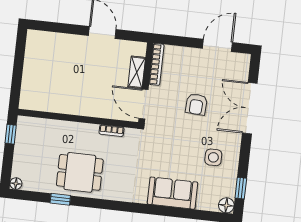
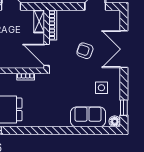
shelving: (137, 72) -> (39, 21), moved
armchair: (196, 104) -> (85, 51), turned 106
sofa: (172, 193) -> (88, 117), moved

